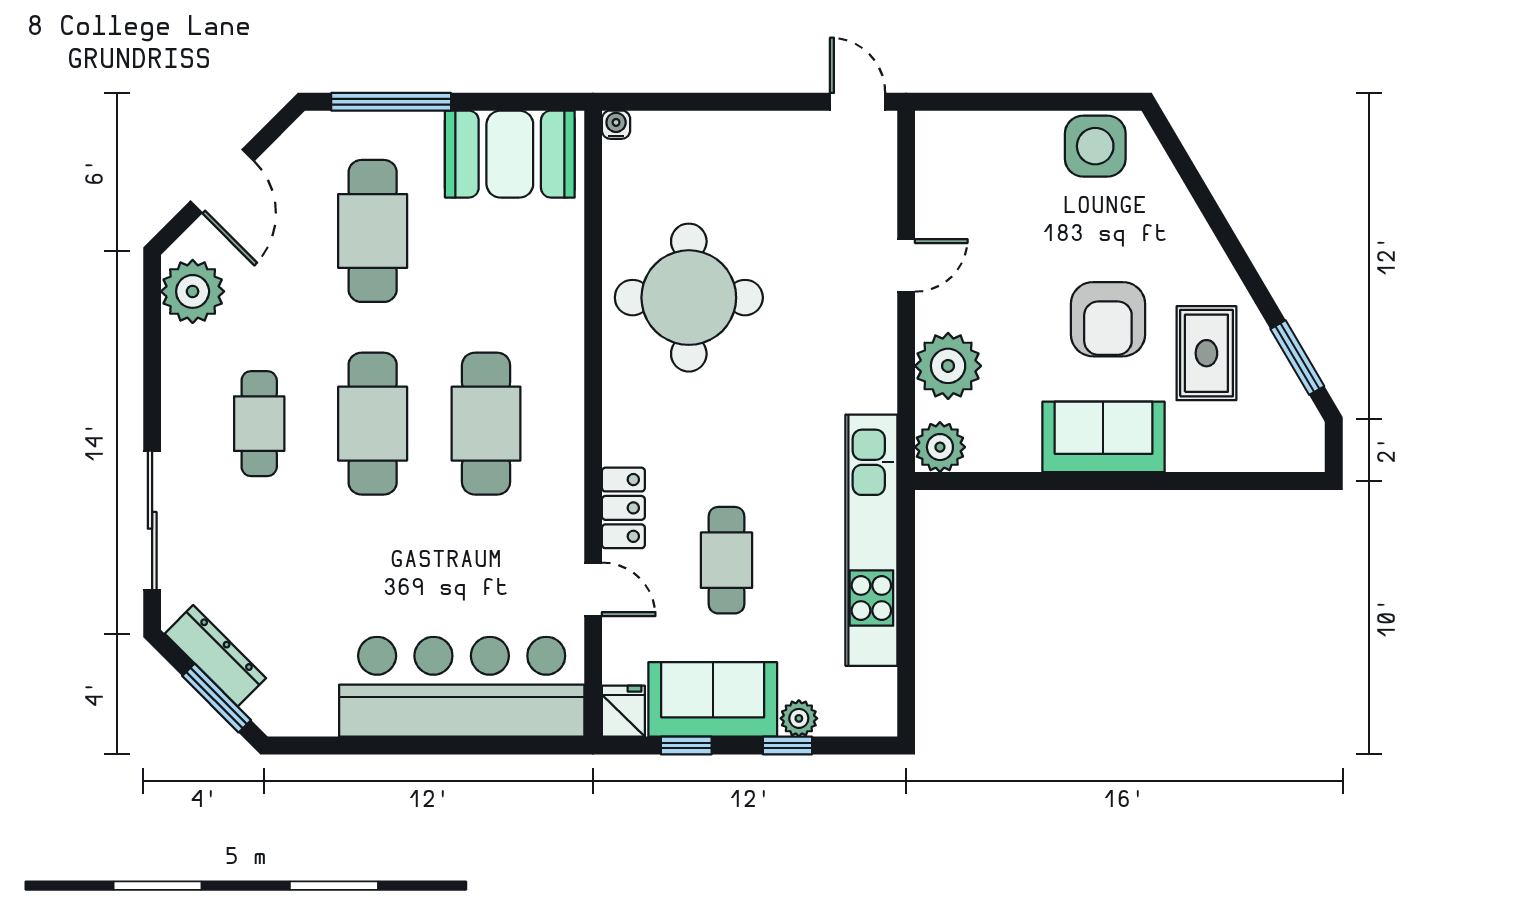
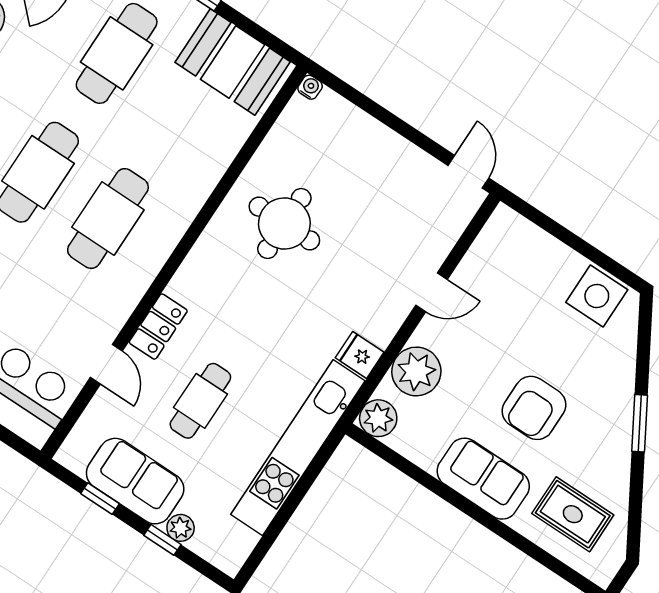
round table: (689, 298) -> (284, 223), width x0.73, depth x0.73
rug: (1206, 353) -> (573, 514), moved, turned 90
window: (1297, 358) -> (640, 423), moved
fridge: (623, 711) -> (360, 355), moved, turned -90

